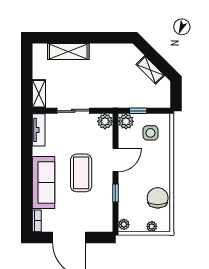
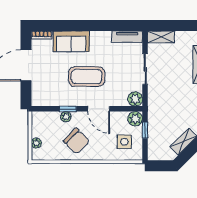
sofa: (44, 182) -> (71, 41), width x0.73
chair: (158, 198) -> (76, 141), moved, turned 45
plant: (124, 224) -> (66, 117), moved

